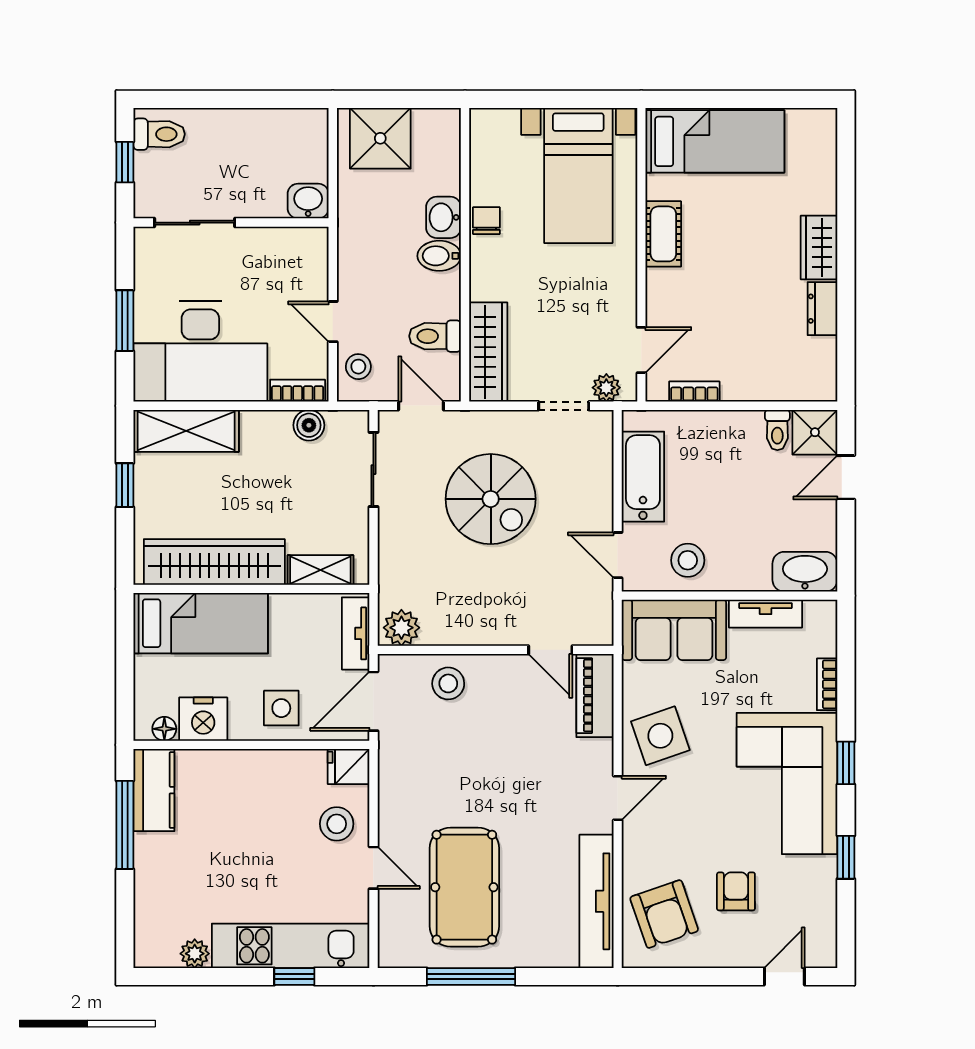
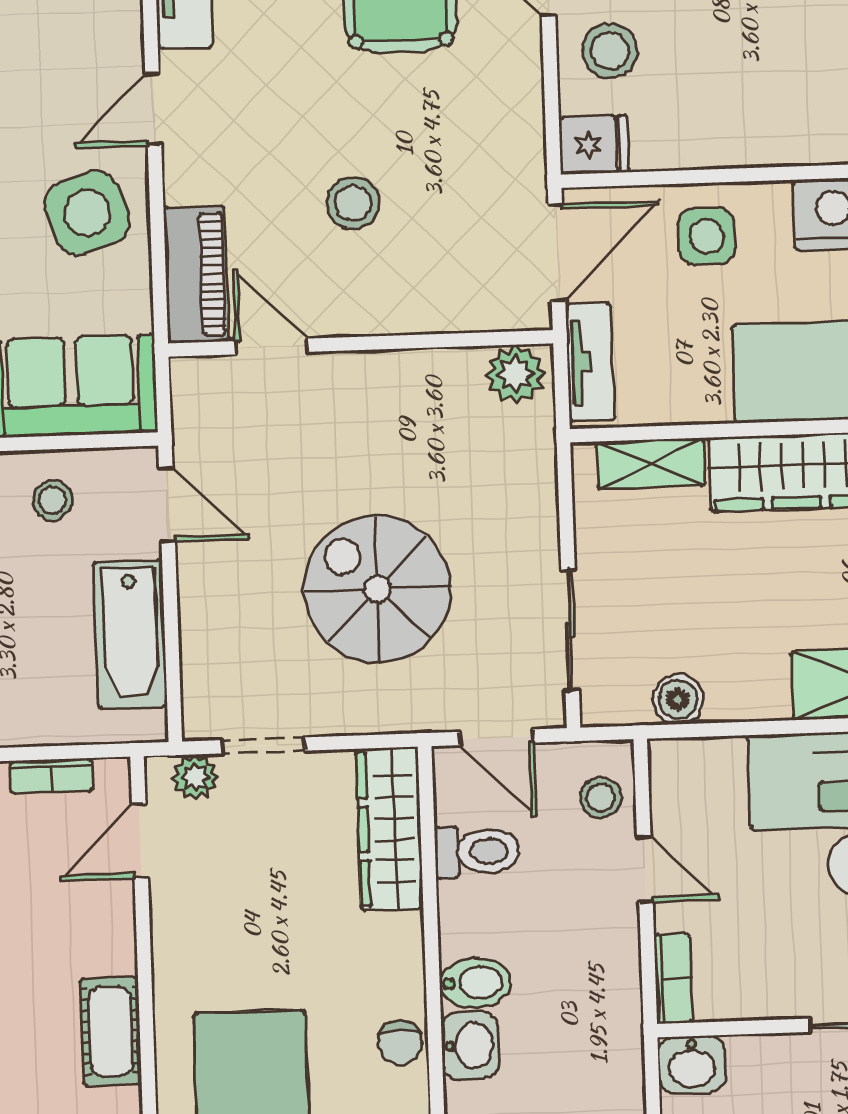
bookcase: (298, 391) -> (673, 978), moved, turned -90
stool: (688, 560) -> (52, 500), width x0.73, depth x0.73
stool: (448, 683) -> (353, 203), moved

